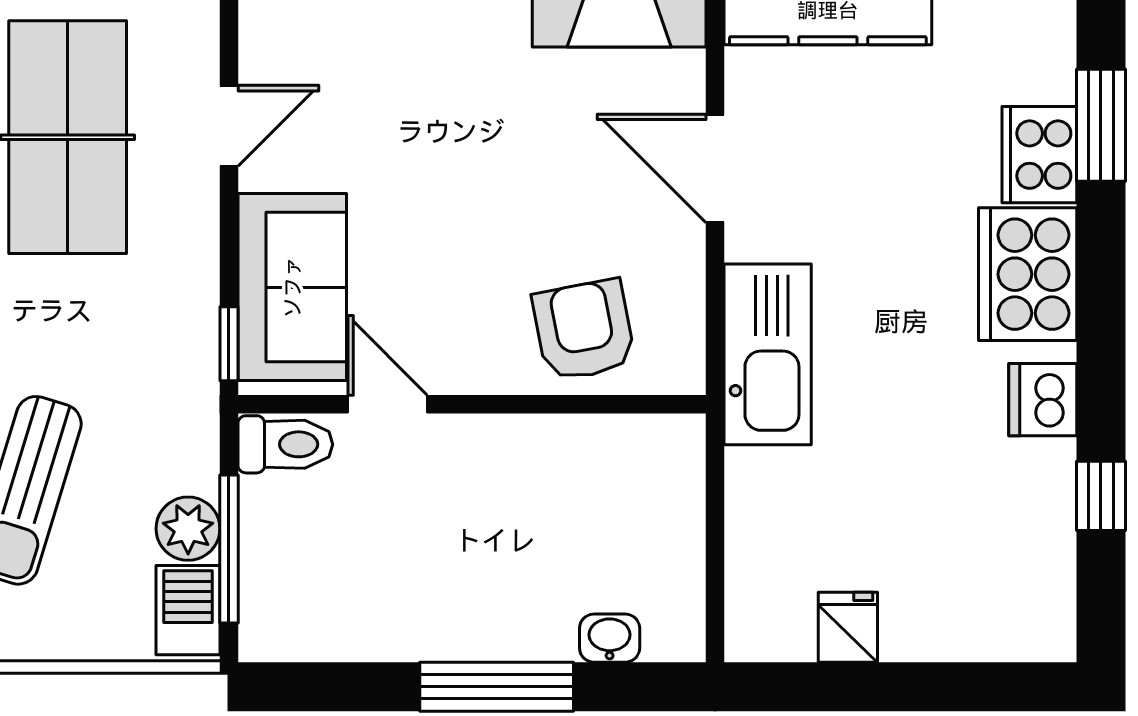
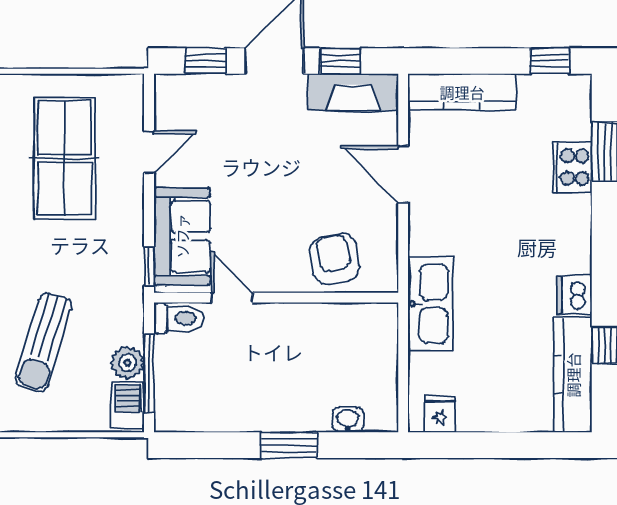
cooker: (1028, 274) -> (566, 230), removed
kitchen sink: (768, 354) -> (430, 304), moved
kitchen counter: (1040, 552) -> (573, 375), added
fridge: (848, 627) -> (440, 414), moved
window: (497, 687) -> (289, 445), width x0.69

